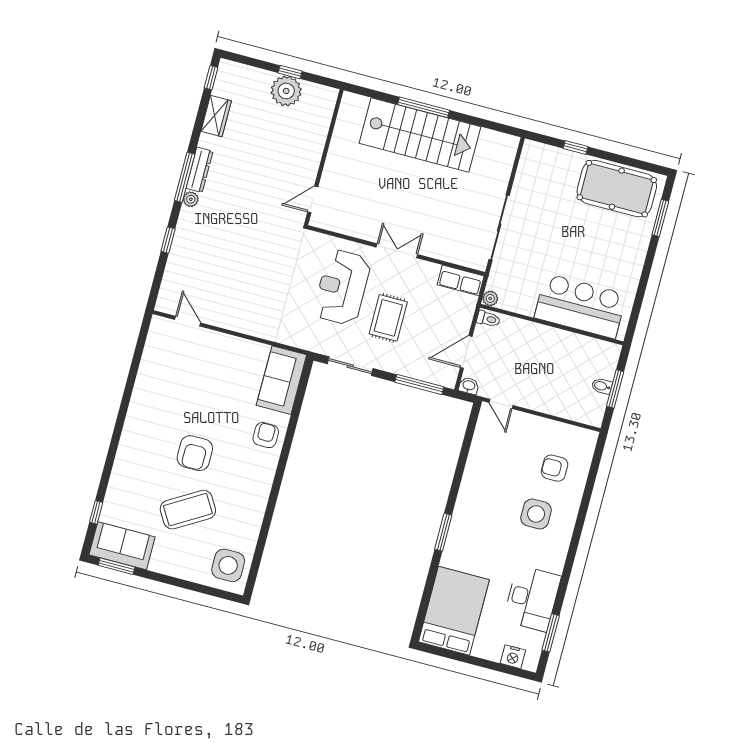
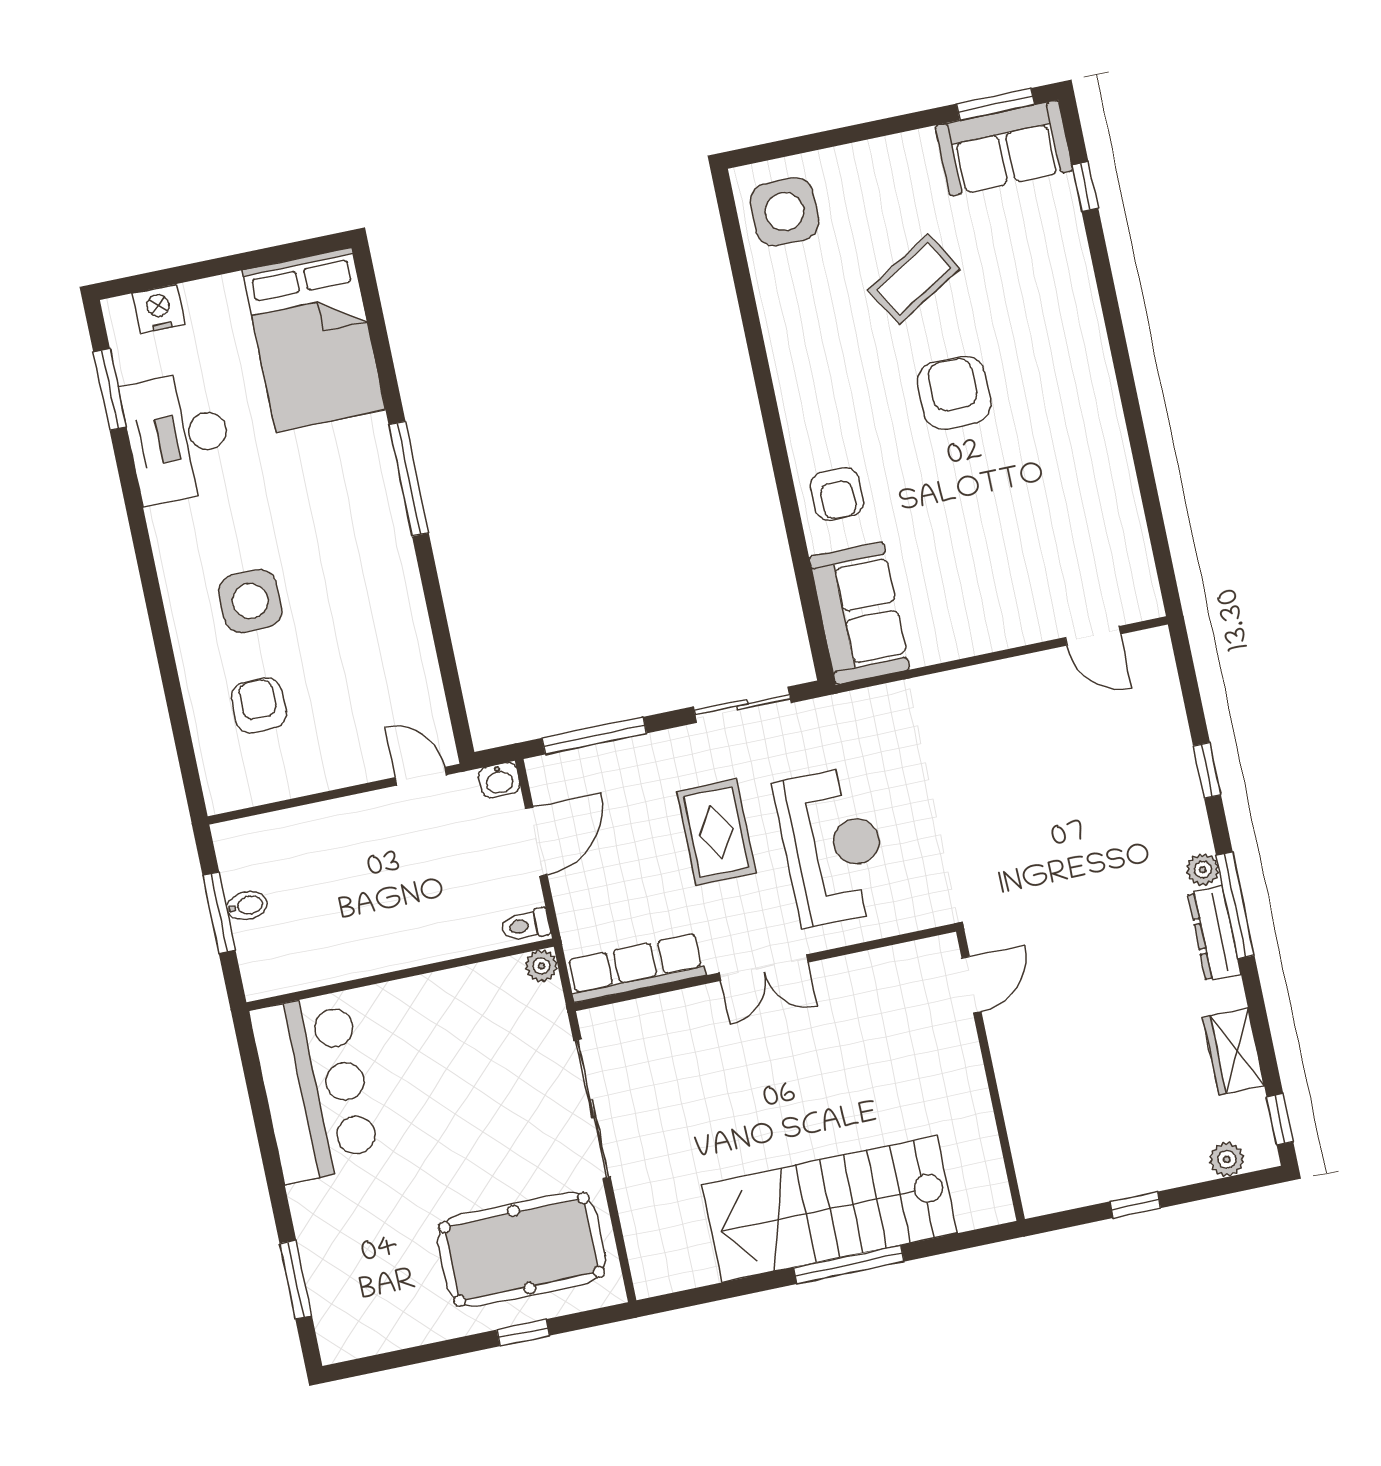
plant: (286, 91) -> (1227, 1159), moved, width x0.53, depth x0.53
pool table: (617, 189) -> (522, 1249), moved
row of seats: (461, 280) -> (636, 968), width x1.48
bar counter: (580, 306) -> (315, 1088), moved, turned -90
armchair: (555, 468) -> (259, 705), turned -90
coffee table: (188, 510) -> (914, 279), width x0.73, depth x0.76
window: (443, 532) -> (409, 479), width x1.44

